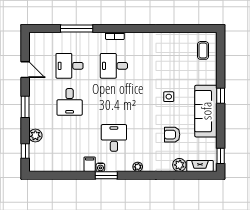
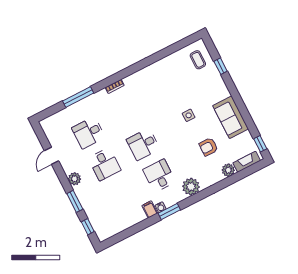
desk: (114, 66) -> (143, 144), moved
door: (25, 70) -> (51, 156), swing flipped
window: (221, 96) -> (221, 66), moved
window: (25, 107) -> (75, 201), moved
sofa: (206, 111) -> (231, 117), width x0.73
plant: (35, 135) -> (74, 179), moved
plant: (138, 167) -> (191, 187), width x1.87, depth x1.87

